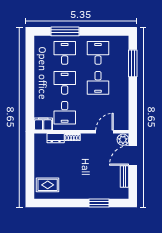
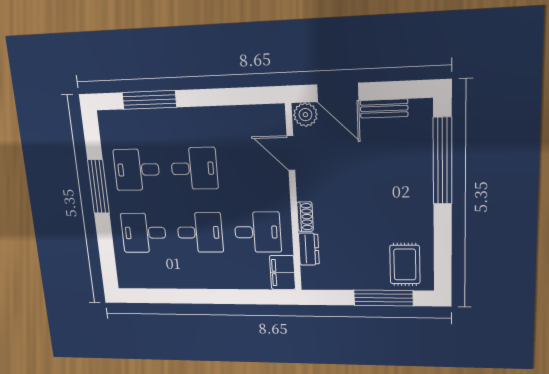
window: (65, 31) -> (98, 187), moved
desk: (65, 83) -> (200, 232), turned 180
window: (30, 174) -> (383, 298), added
window: (99, 203) -> (442, 161), width x2.11

